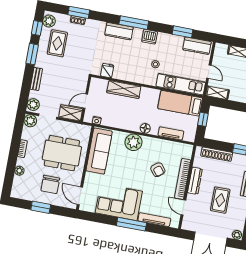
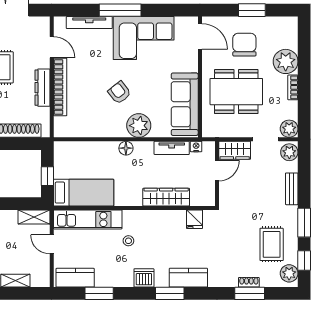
window: (134, 23) -> (170, 293), width x0.69
tv unit: (171, 133) -> (172, 148), moved
armchair: (158, 170) -> (119, 93), moved
plant: (19, 171) -> (286, 61), width x1.88, depth x1.88

